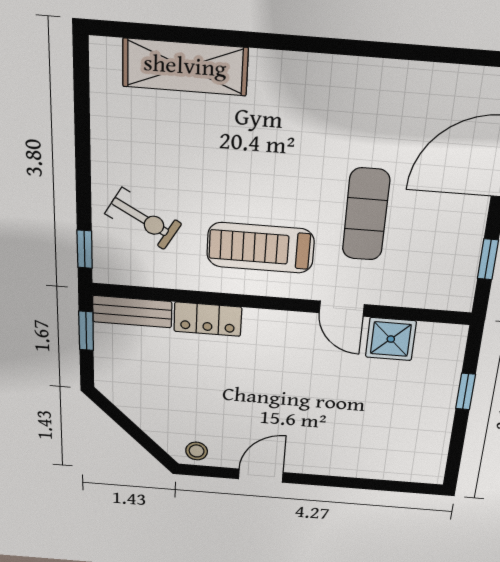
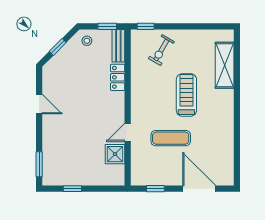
treadmill: (260, 248) -> (186, 95), moved
window: (466, 392) -> (72, 189), moved
window: (135, 432) -> (58, 47), added
stool: (197, 451) -> (87, 41), moved
window: (395, 486) -> (39, 164), added

